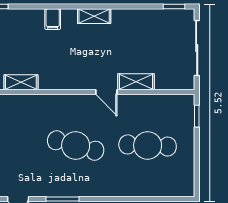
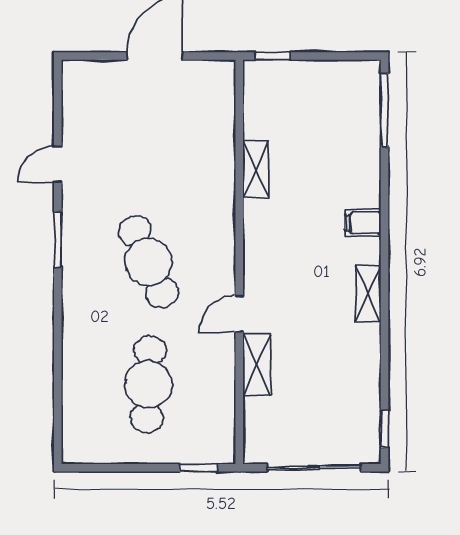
cafe table: (76, 145) -> (148, 262), turned -39

